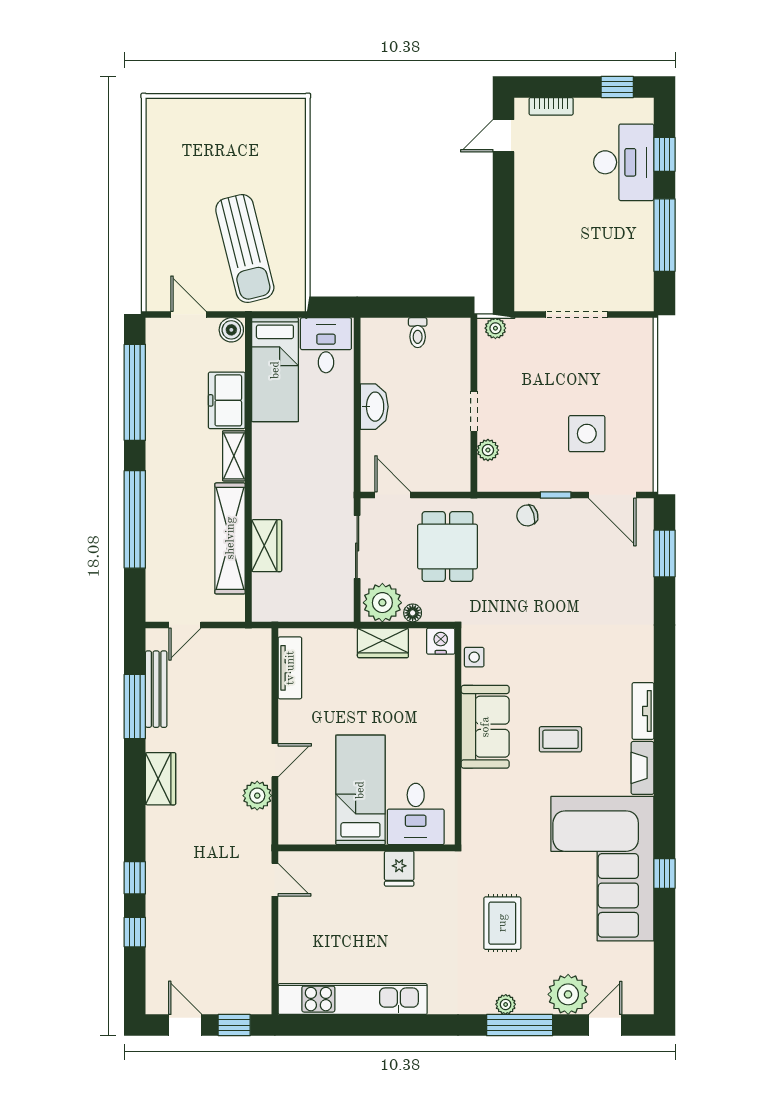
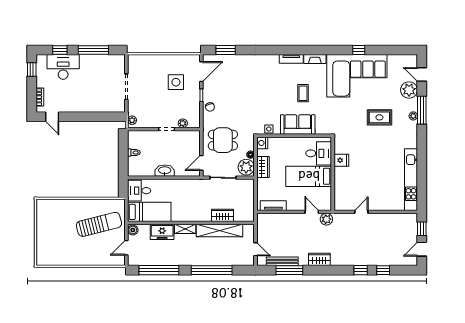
bed: (360, 790) -> (309, 176), moved
desk: (416, 814) -> (319, 153), moved
wall: (366, 848) -> (333, 174), moved
fridge: (399, 869) -> (341, 160), moved

